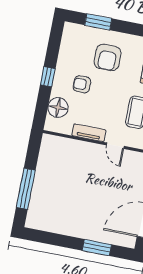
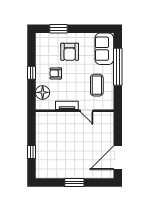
window: (26, 189) -> (31, 152), width x0.46
window: (97, 248) -> (74, 183), moved

